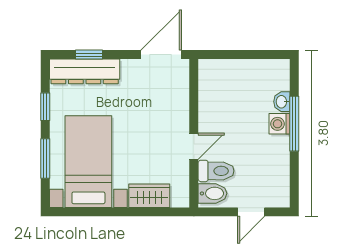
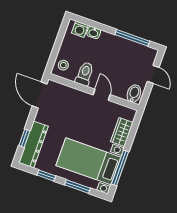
stool: (218, 74) -> (63, 65), added
washing machine: (280, 124) -> (80, 29), moved
window: (294, 124) -> (132, 38), moved
toilet: (216, 171) -> (85, 74), moved
window: (95, 212) -> (120, 168), added

